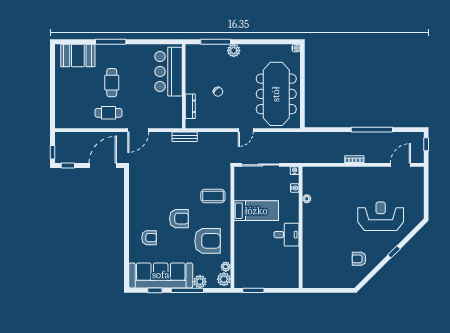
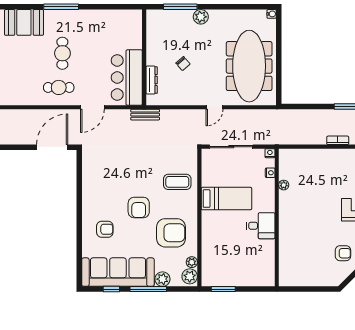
bar counter: (168, 72) -> (127, 78), moved
window: (68, 165) -> (13, 147), removed
armchair: (179, 219) -> (139, 208), turned 90
armchair: (359, 259) -> (343, 253), turned 180

